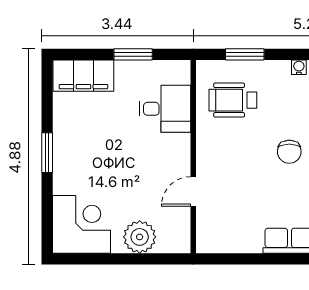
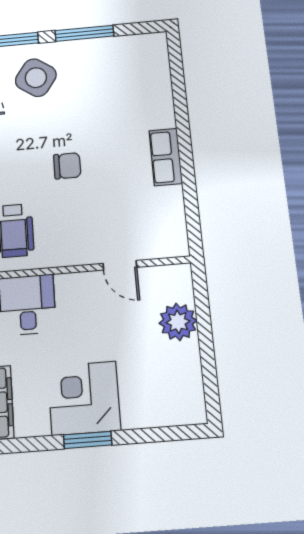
corner desk: (81, 224) -> (84, 398), moved

